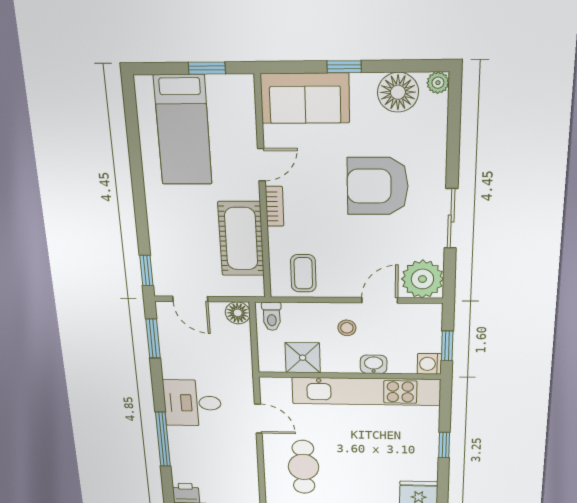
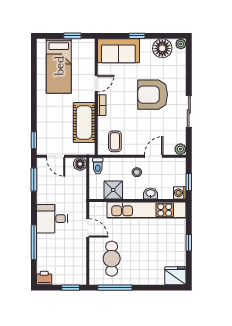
plant: (422, 279) -> (180, 149), width x0.53, depth x0.53

